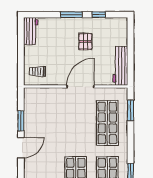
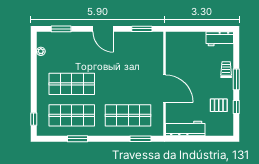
pallet: (85, 41) -> (219, 105), moved
trolley: (38, 71) -> (226, 70), moved
window: (21, 121) -> (142, 29), moved

